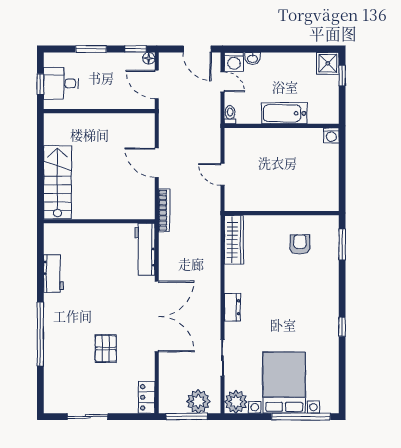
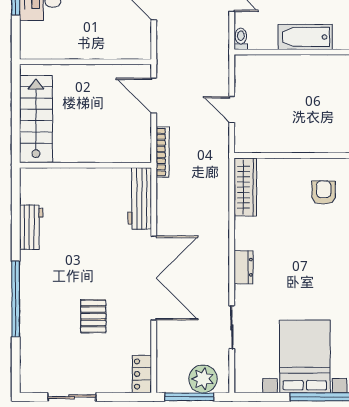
wall: (99, 111) -> (85, 62), moved
plant: (236, 402) -> (248, 379), removed

